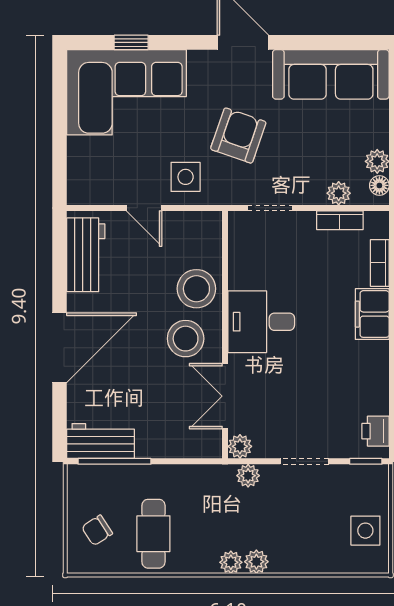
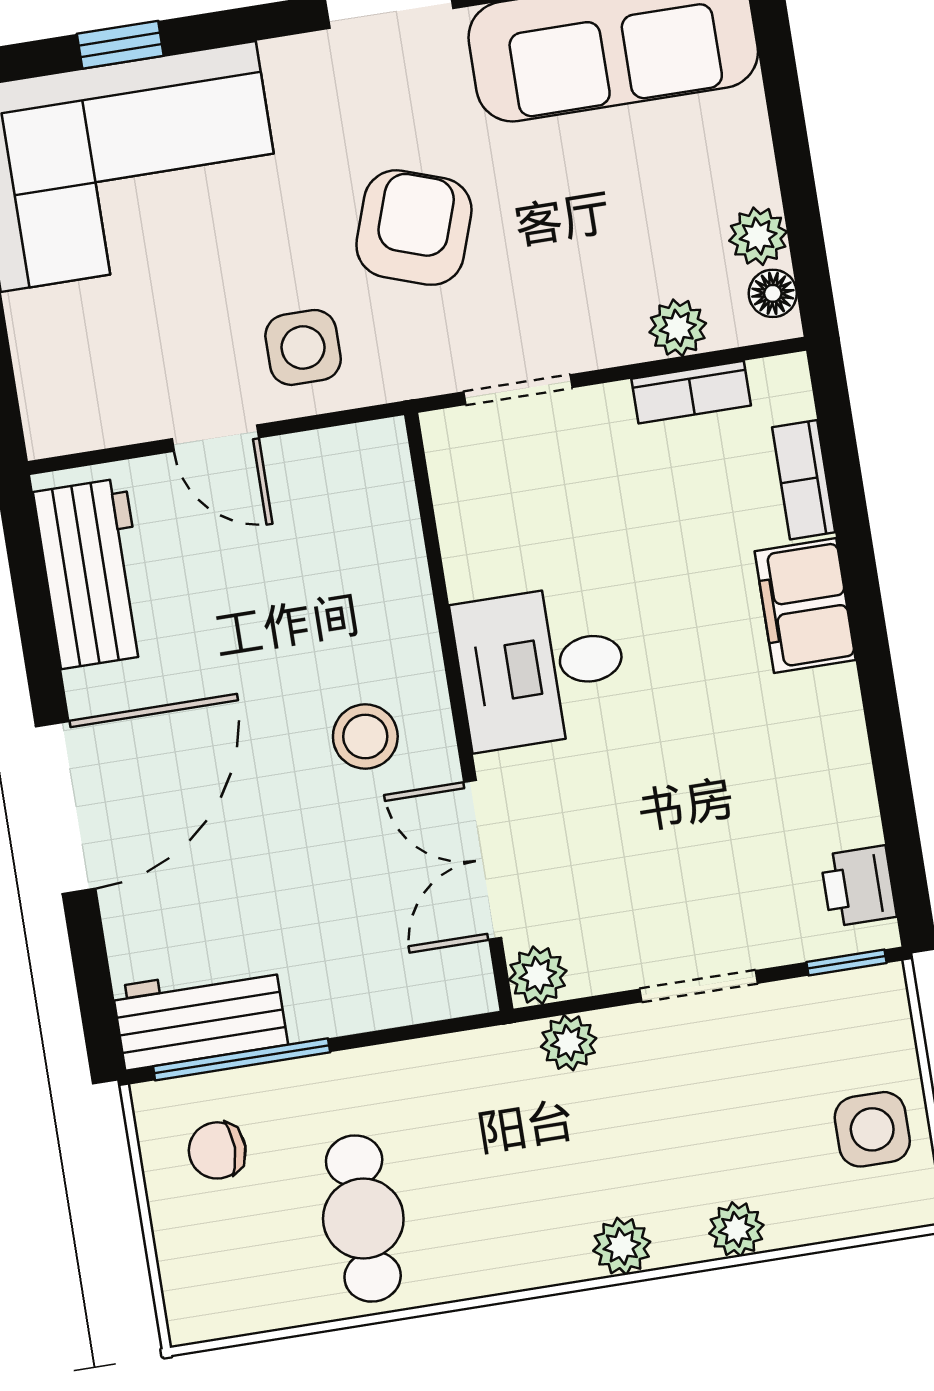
stool: (196, 289) -> (372, 612), removed
stool: (186, 339) -> (365, 736), width x0.73, depth x0.73
chair: (97, 530) -> (217, 1150), moved, turned 33
plant: (231, 562) -> (736, 1229), moved

